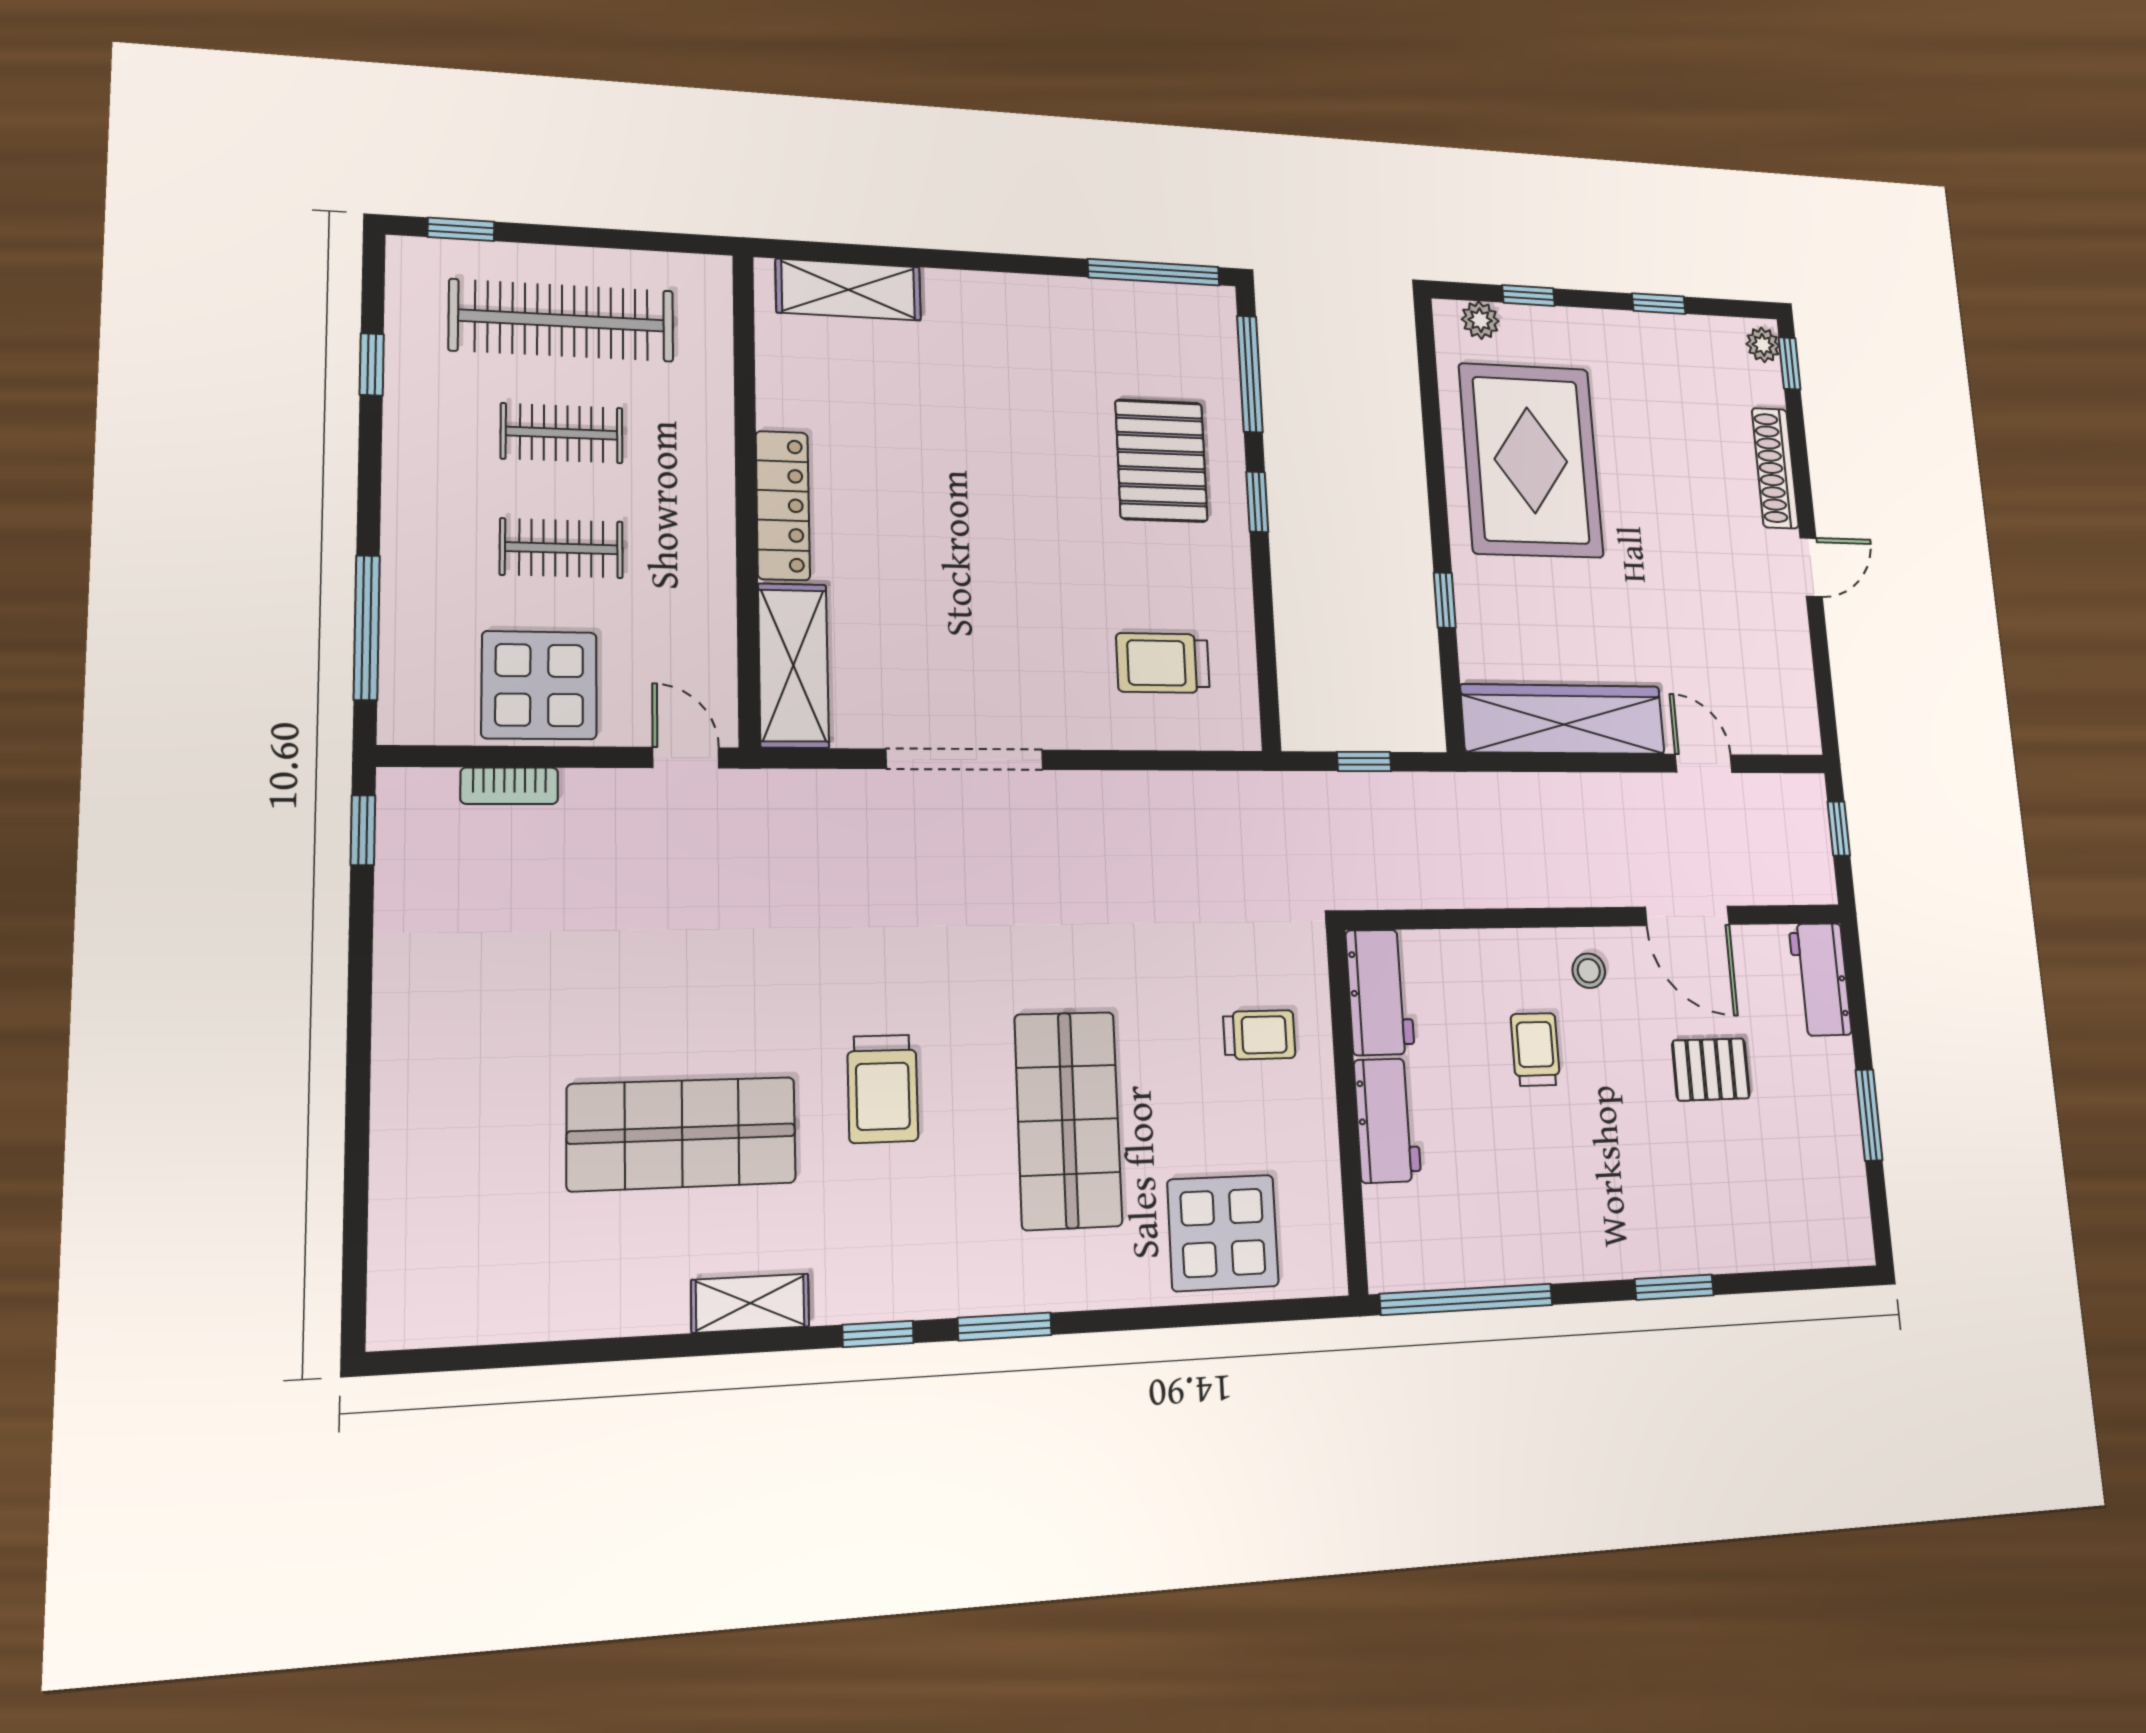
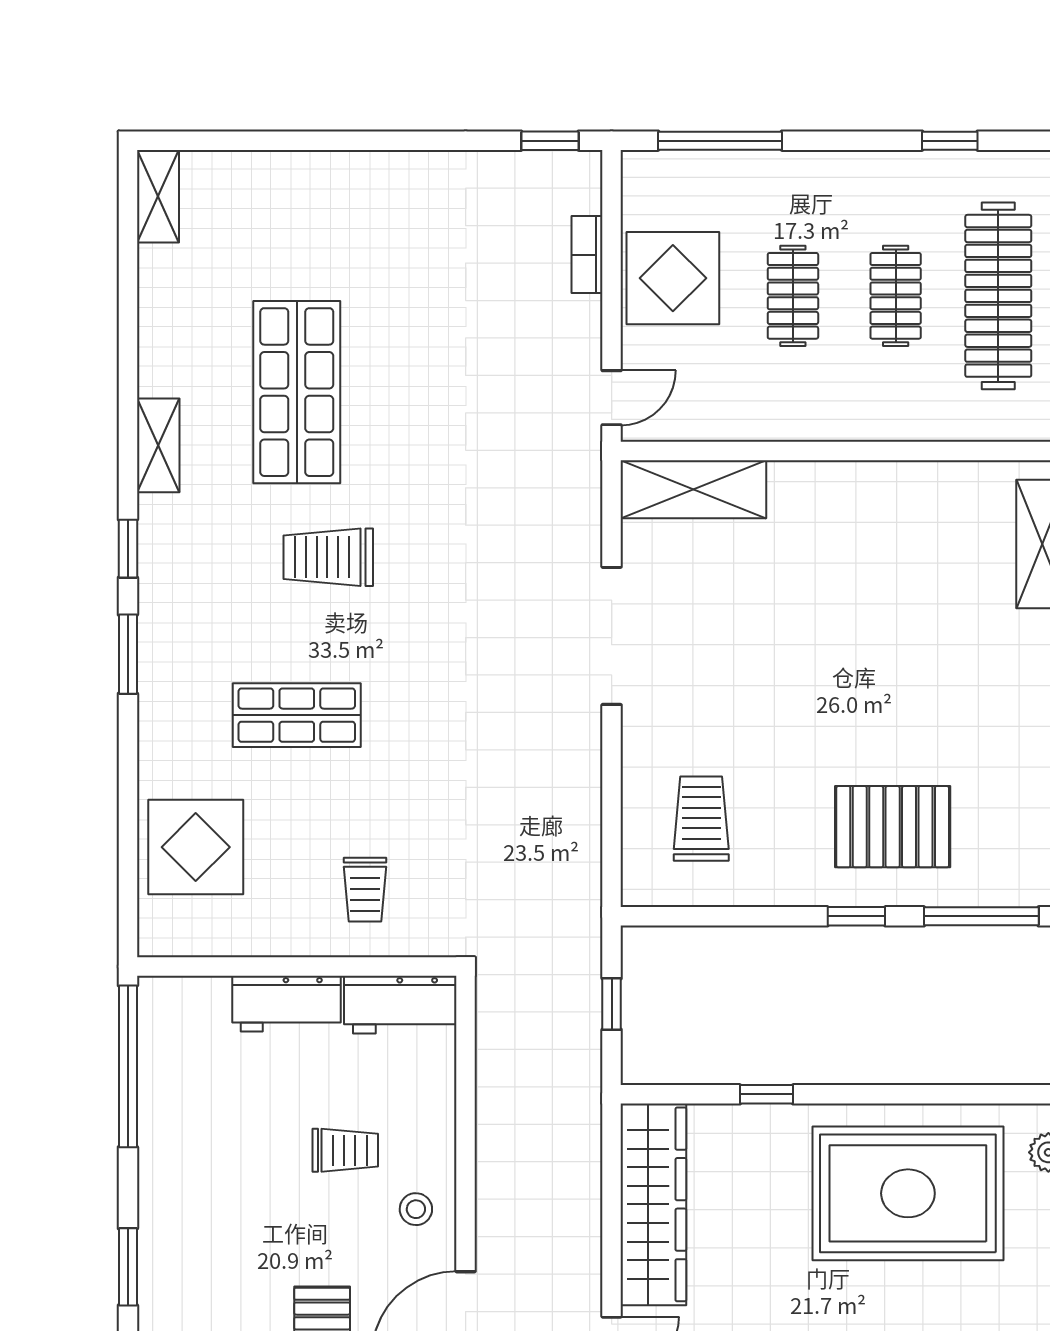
locker: (783, 505) -> (837, 482), removed
shop shelf: (1068, 1120) -> (297, 715), width x0.70, depth x0.74
shelving: (428, 1321) -> (158, 196), added

